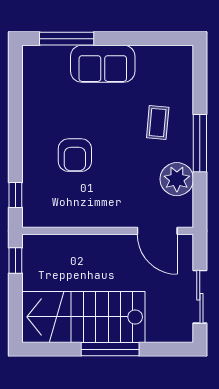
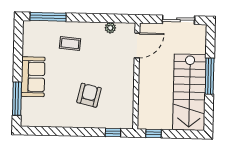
window: (200, 143) -> (48, 17), moved
armchair: (75, 155) -> (89, 95), turned -77
plant: (177, 179) -> (110, 28), width x0.53, depth x0.53

